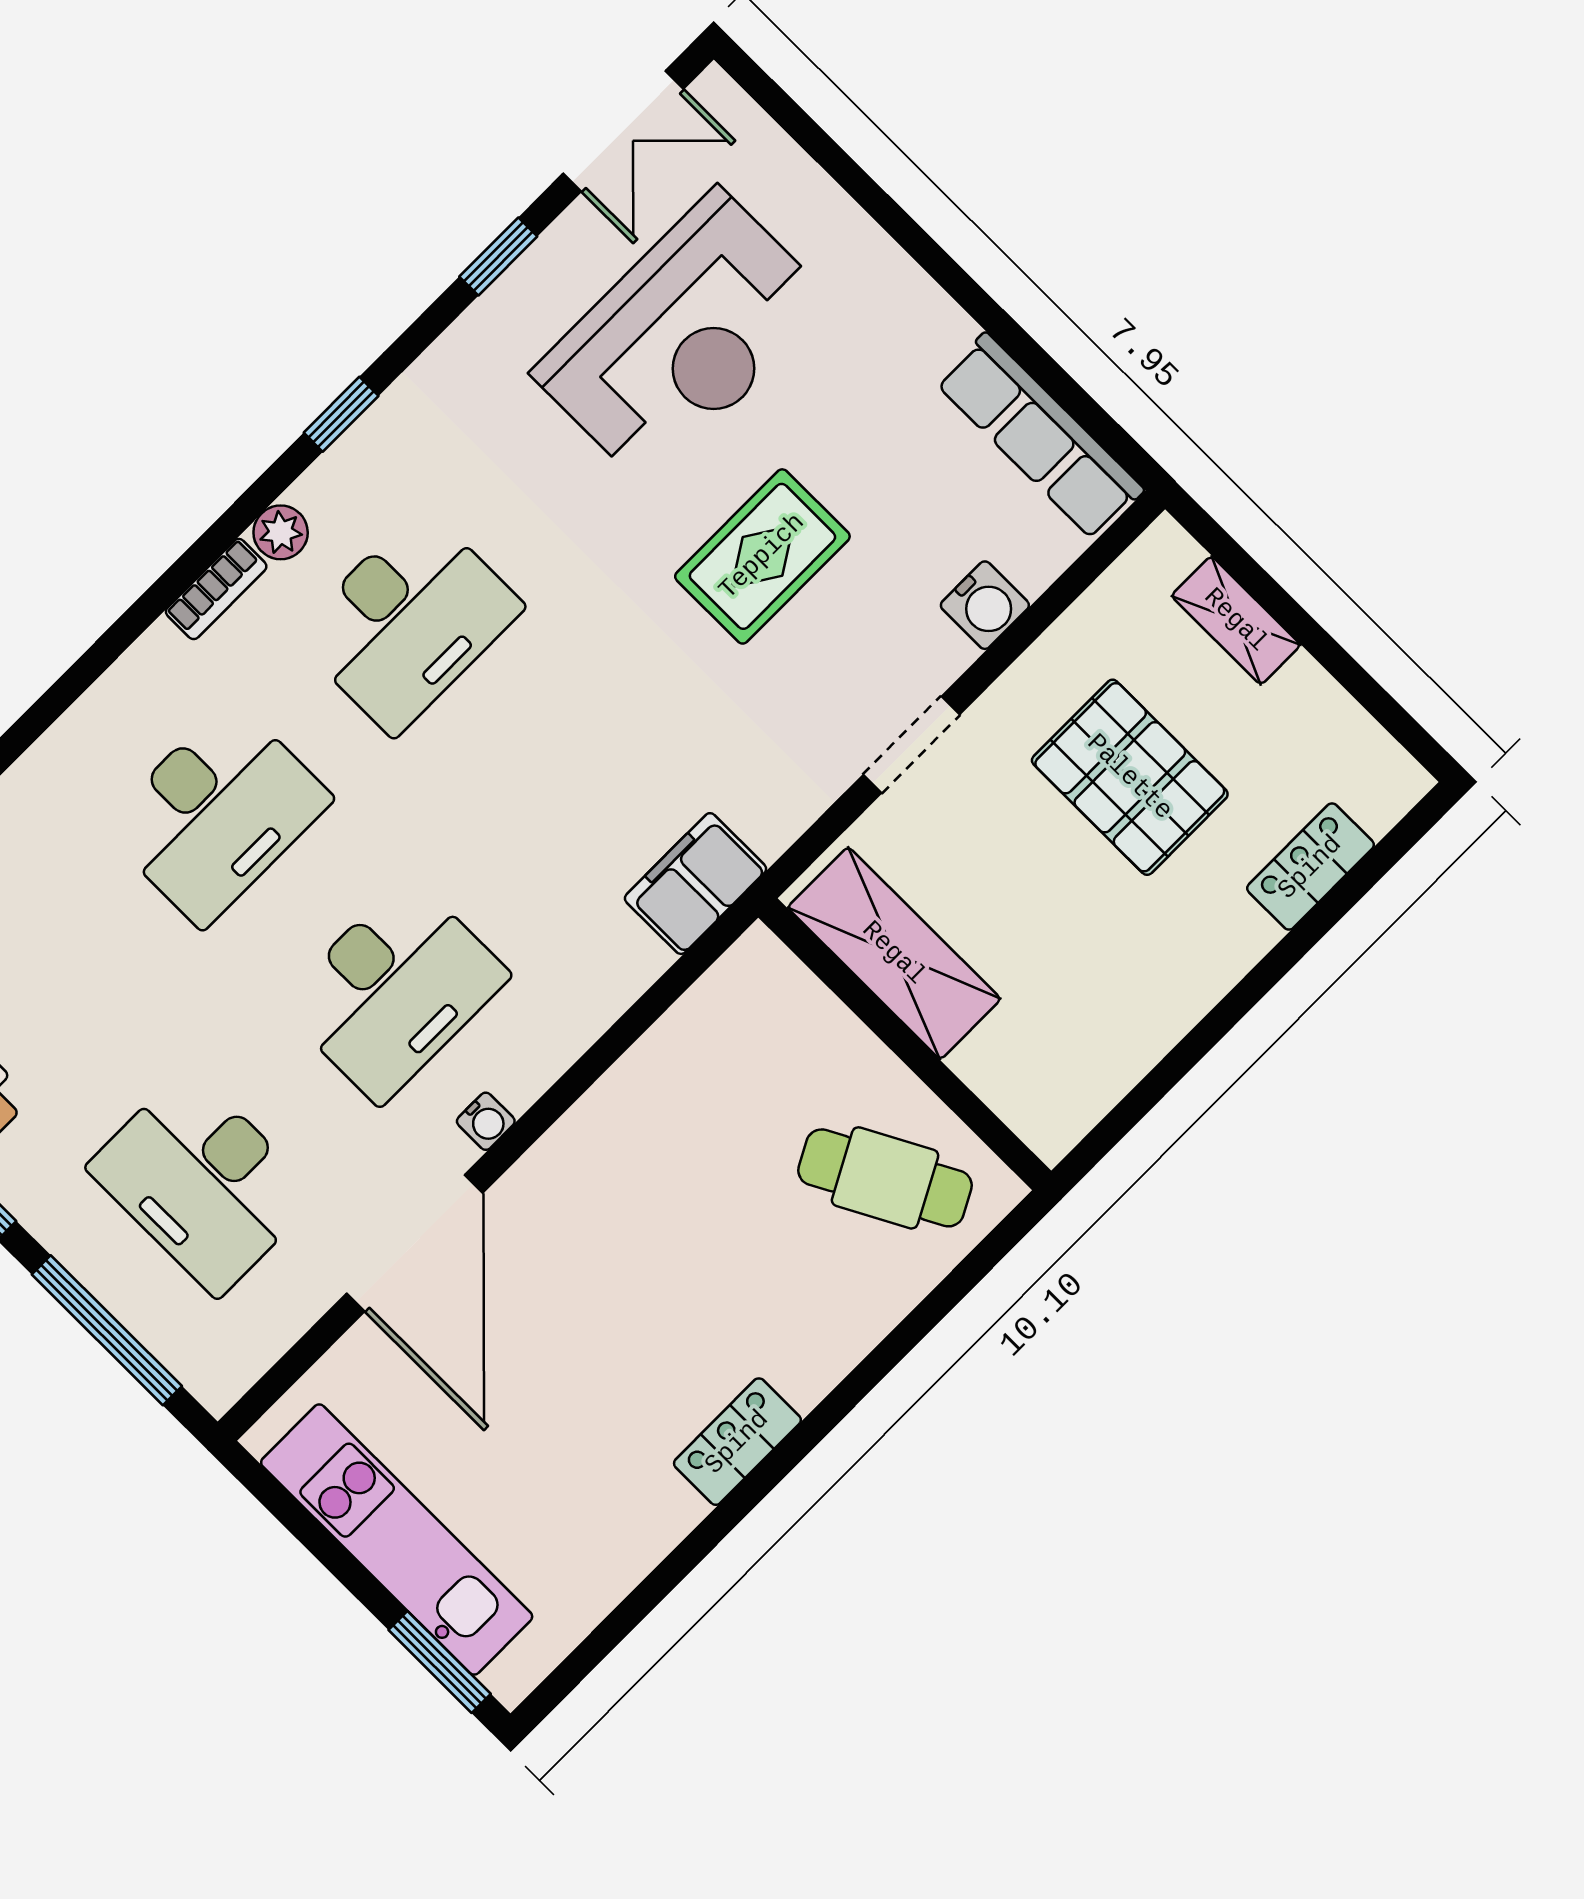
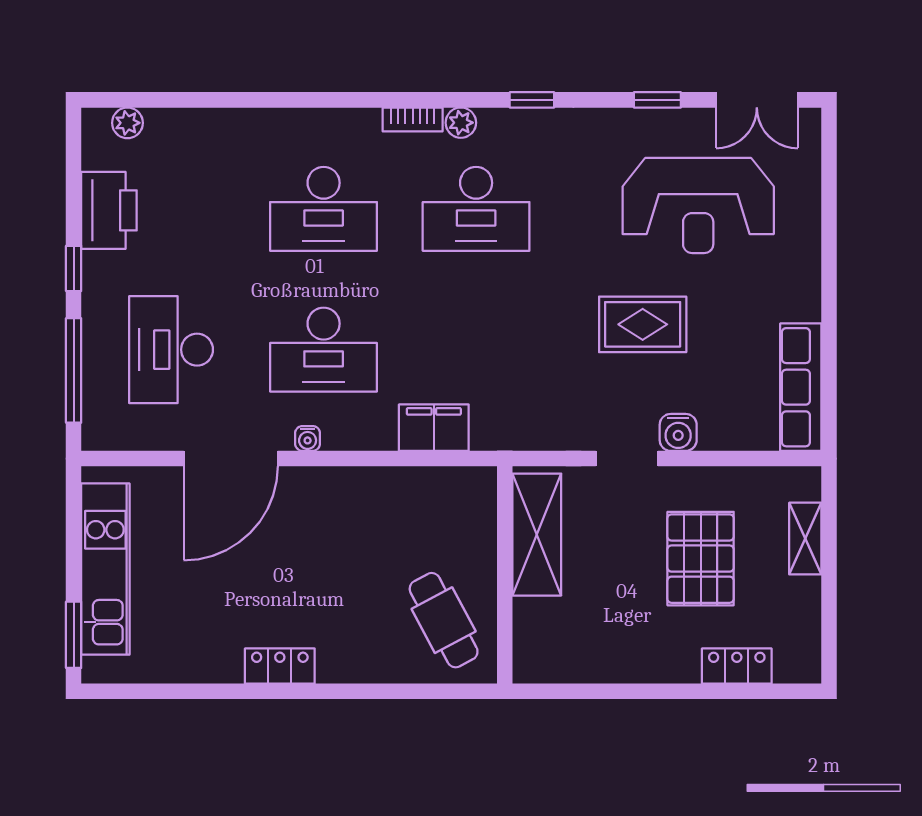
water cooler: (985, 605) -> (678, 432), moved
filing cabinet: (696, 884) -> (434, 428), moved

